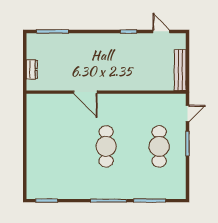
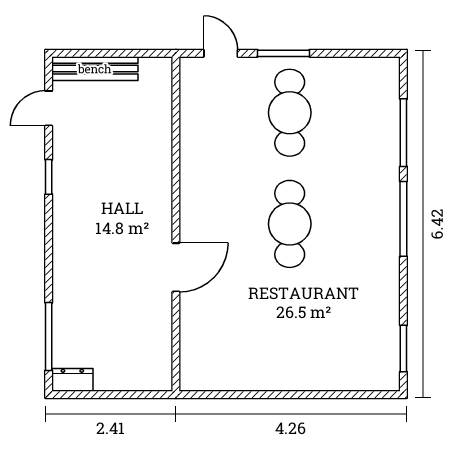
dresser: (32, 69) -> (72, 380), moved
bench: (180, 70) -> (95, 69), moved
cafe table: (106, 146) -> (290, 224), turned 90
cafe table: (159, 146) -> (290, 113), turned 90

